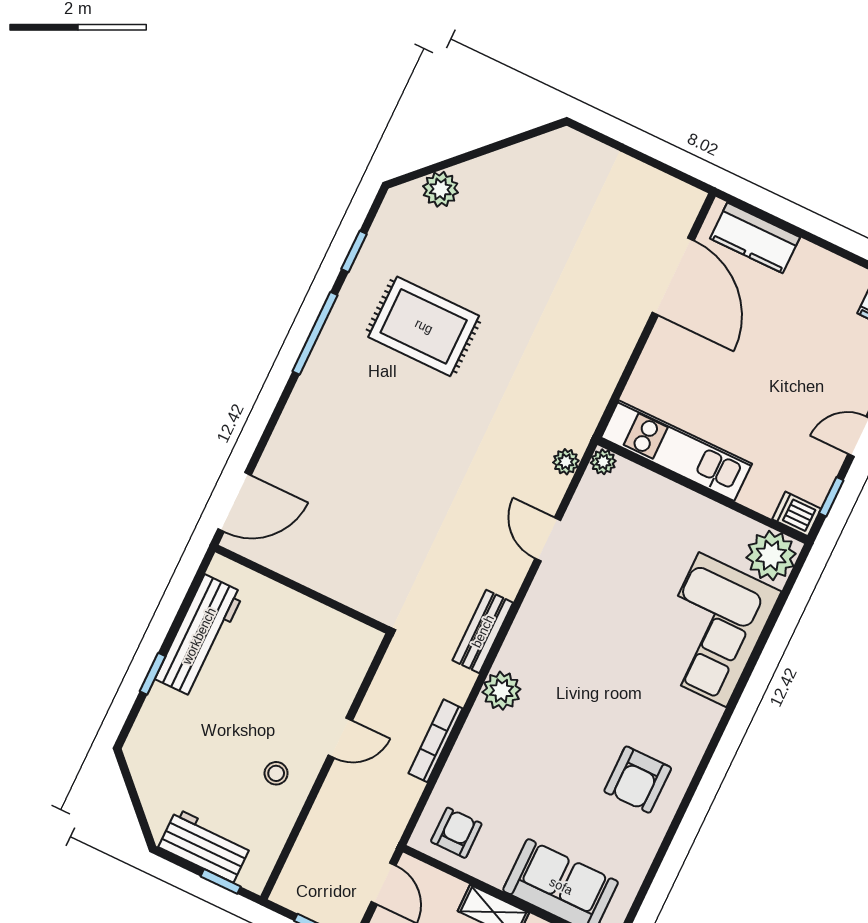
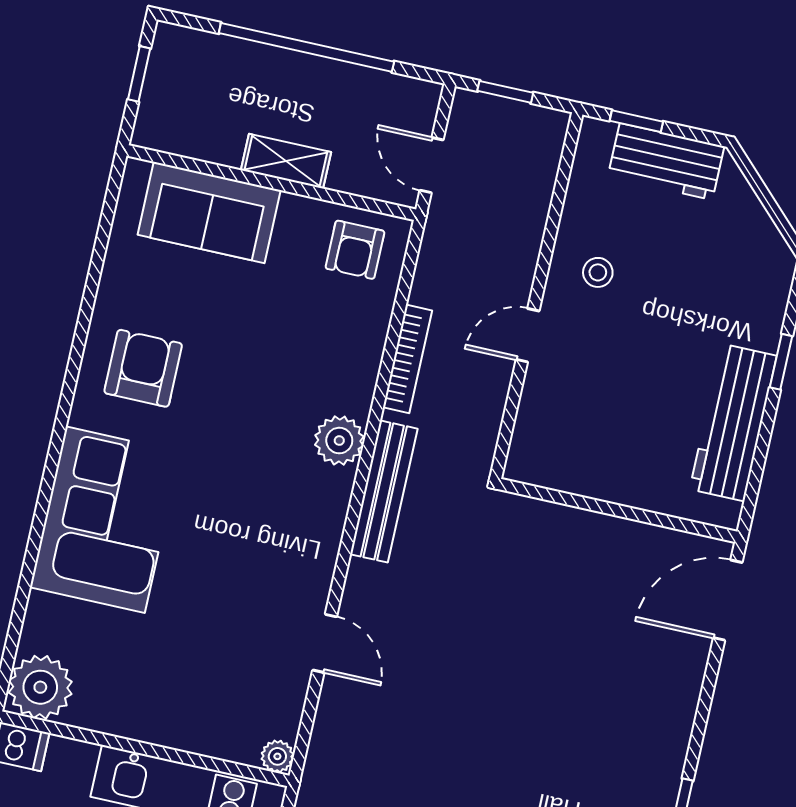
plant: (566, 462) -> (324, 746), removed
corner sofa: (713, 630) -> (105, 520), moved
bench: (483, 631) -> (384, 491), width x1.36

